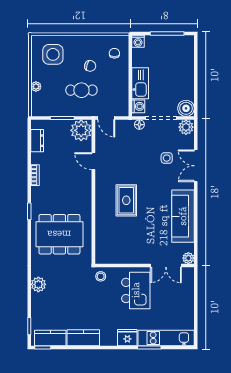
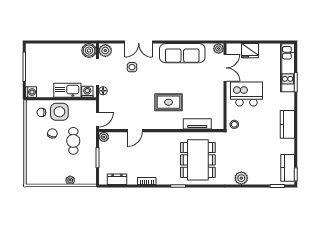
side table: (53, 54) -> (59, 112), moved
plant: (81, 130) -> (104, 137), width x0.53, depth x0.53
tv unit: (101, 234) -> (197, 124), added
kitchen counter: (83, 338) -> (287, 124), moved
fridge: (127, 338) -> (250, 51), moved, turned -90

